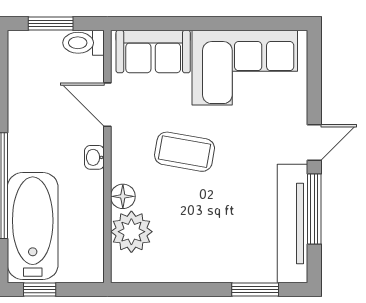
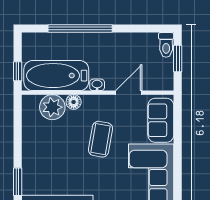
toilet: (83, 43) -> (166, 45), moved, turned 180
bathtub: (33, 226) -> (56, 76), moved, turned 180
window: (40, 289) -> (18, 71), moved

